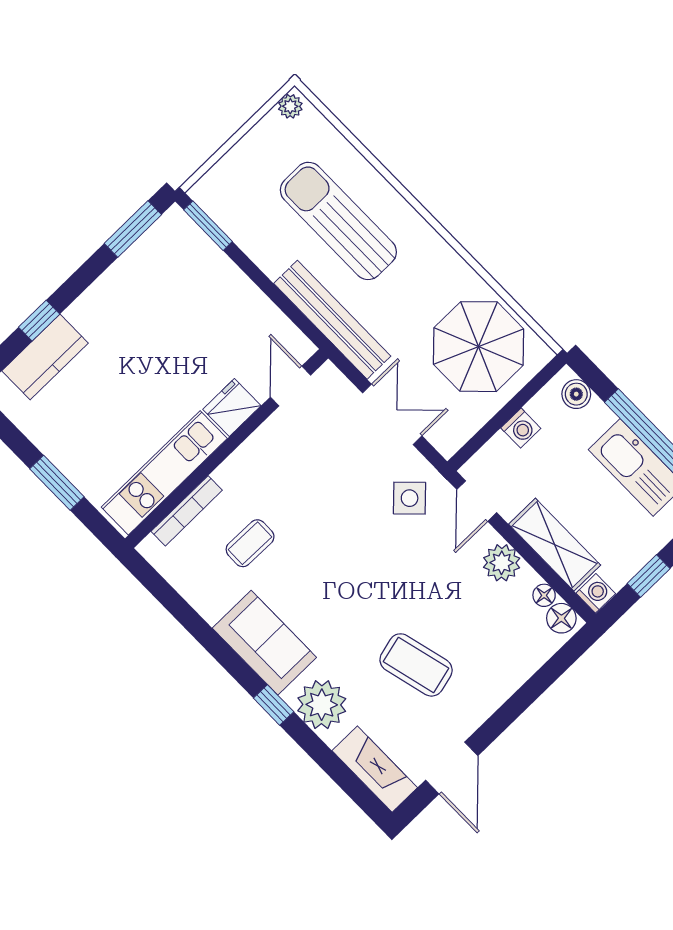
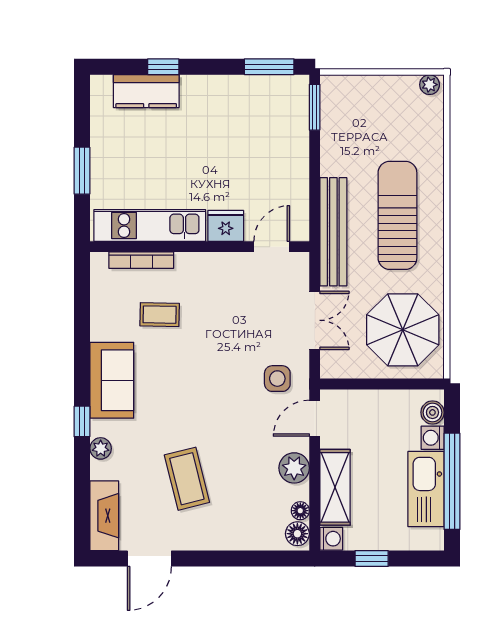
sun lounger: (338, 221) -> (397, 215), moved
washing machine: (521, 428) -> (433, 438), moved, turned 90
side table: (410, 498) -> (277, 379), turned 45
plant: (322, 705) -> (101, 448), width x0.53, depth x0.53

